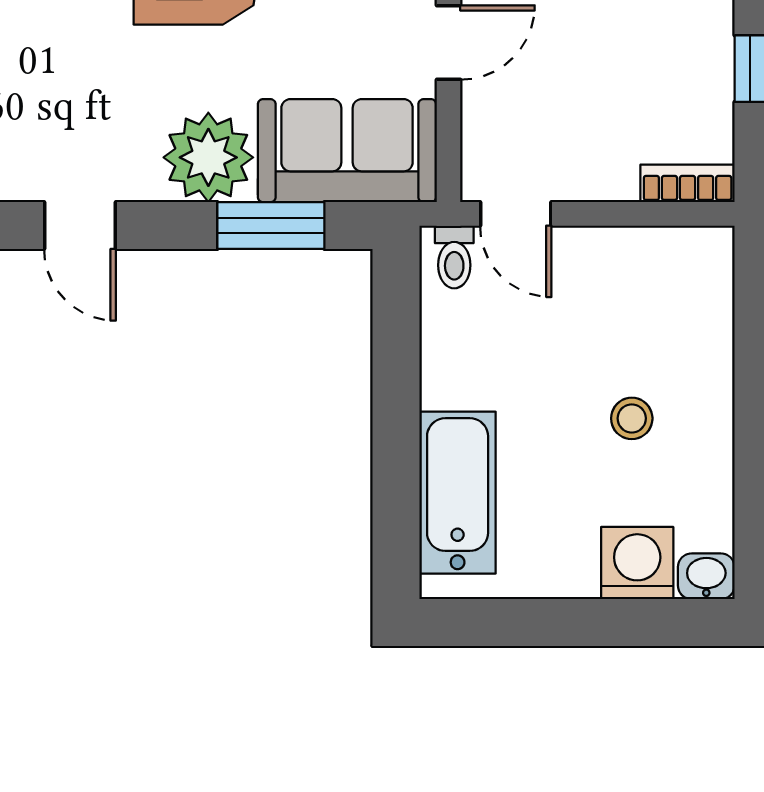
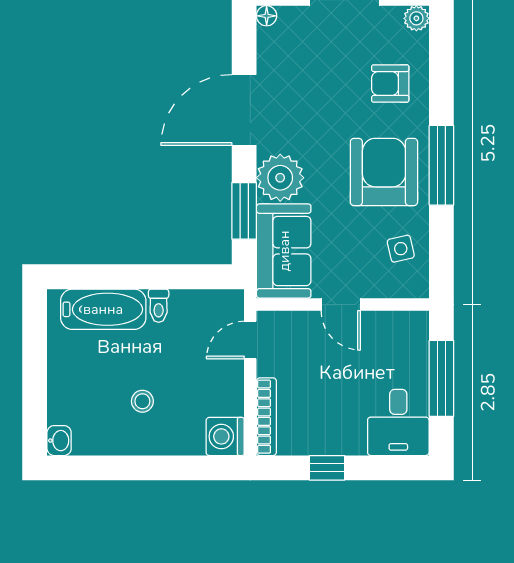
bookcase: (688, 183) -> (266, 417), width x1.56
door: (80, 226) -> (244, 110), width x1.87
toilet: (454, 257) -> (159, 306), moved, turned -90
washing machine: (637, 563) -> (225, 436), moved, turned 180

